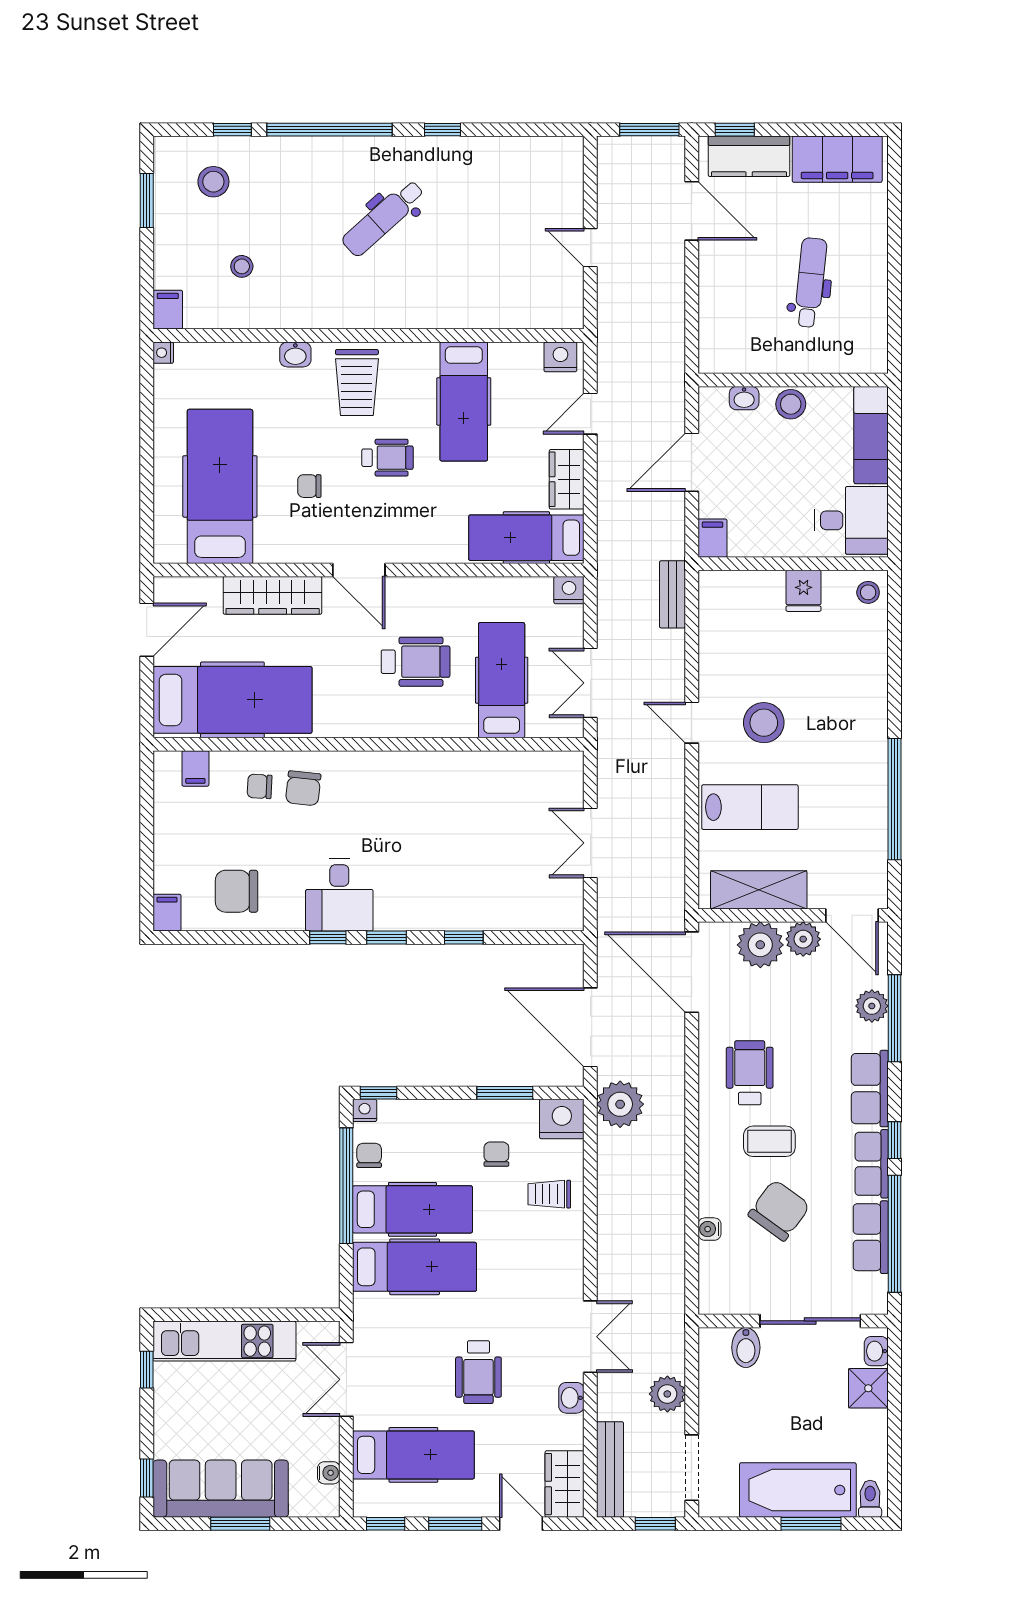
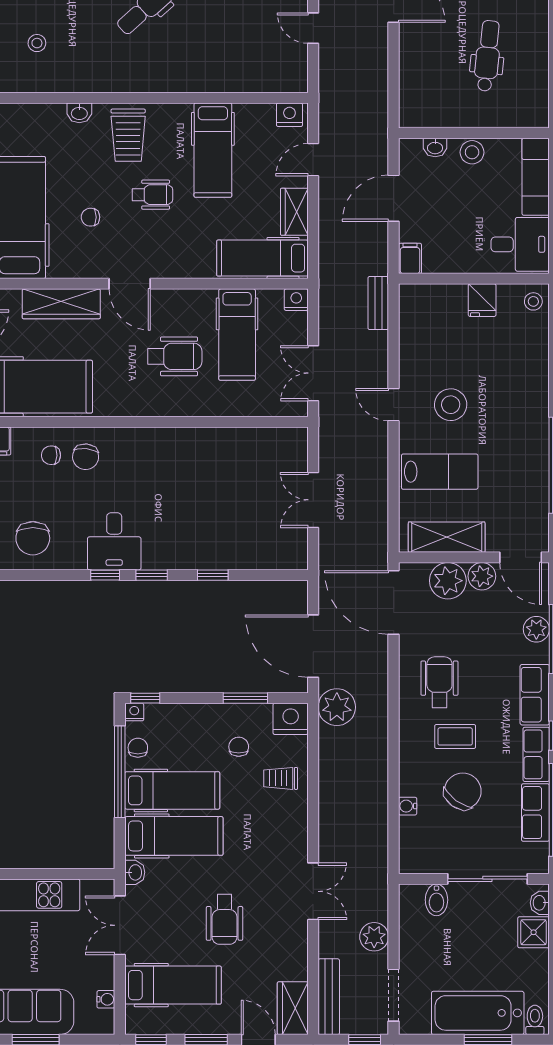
hospital bed: (502, 680) -> (237, 335), moved, turned 180
chair: (237, 891) -> (33, 538), turned -90
washbasin: (571, 1398) -> (135, 872), moved, turned 180

